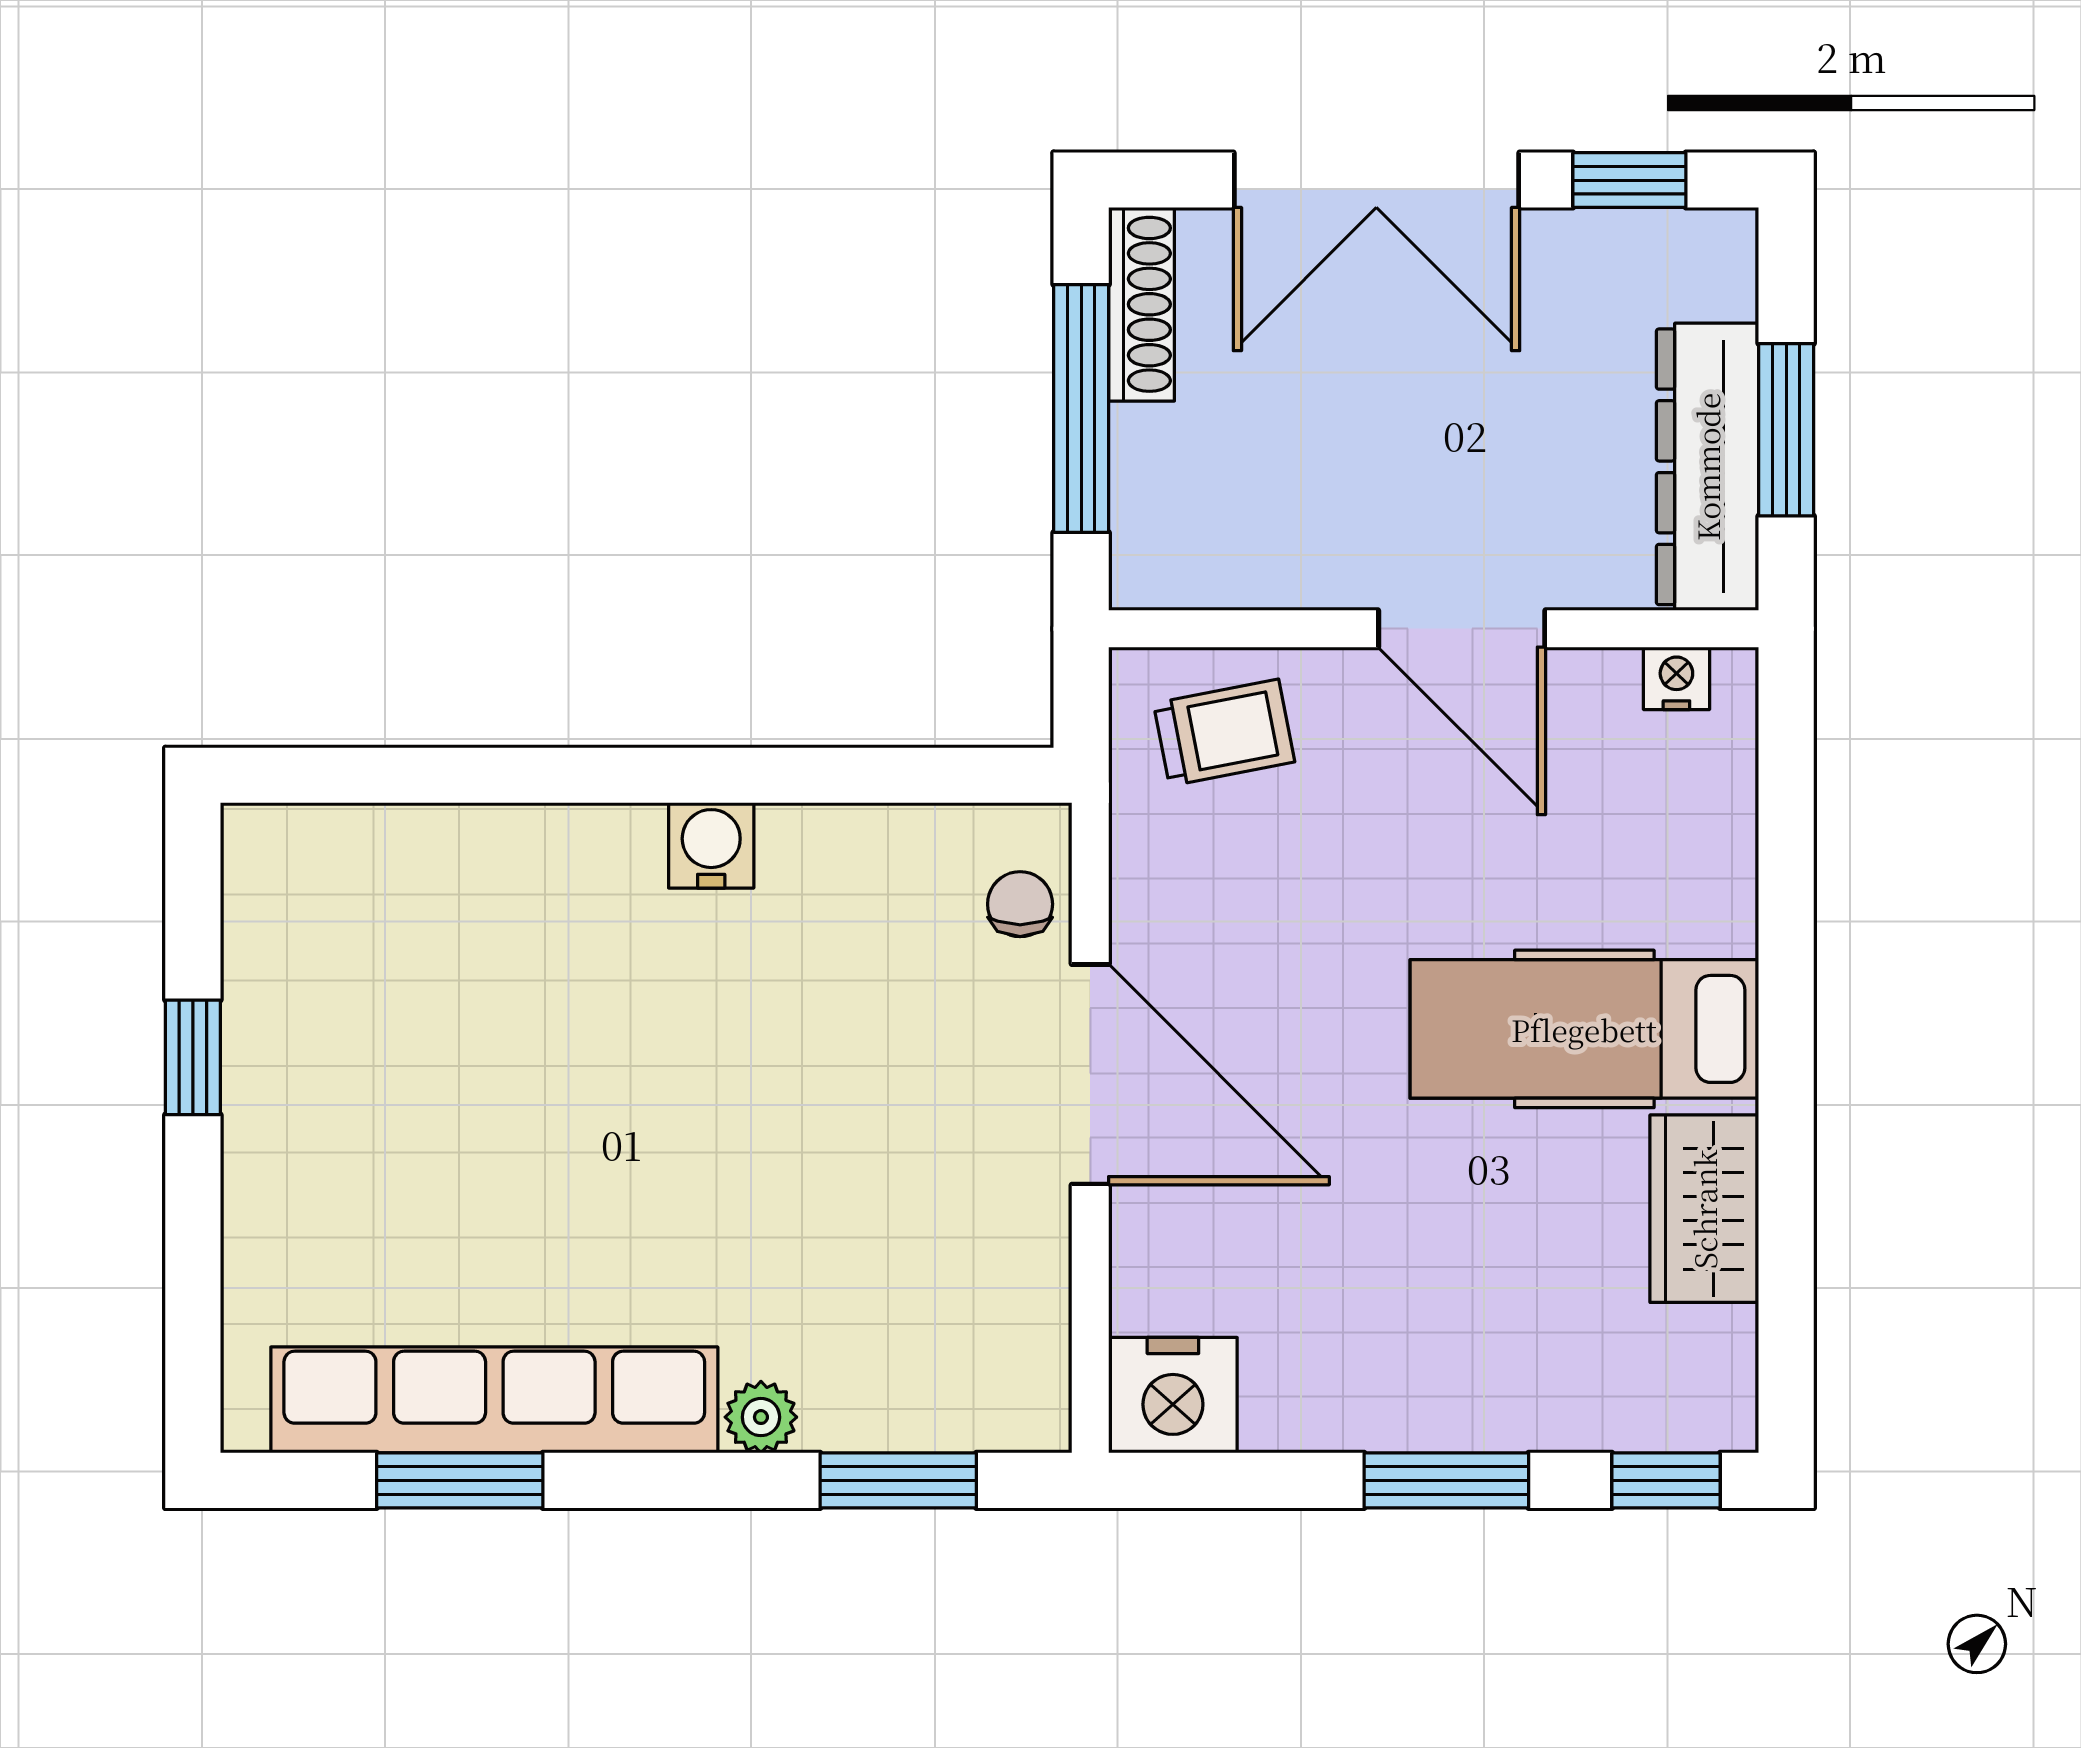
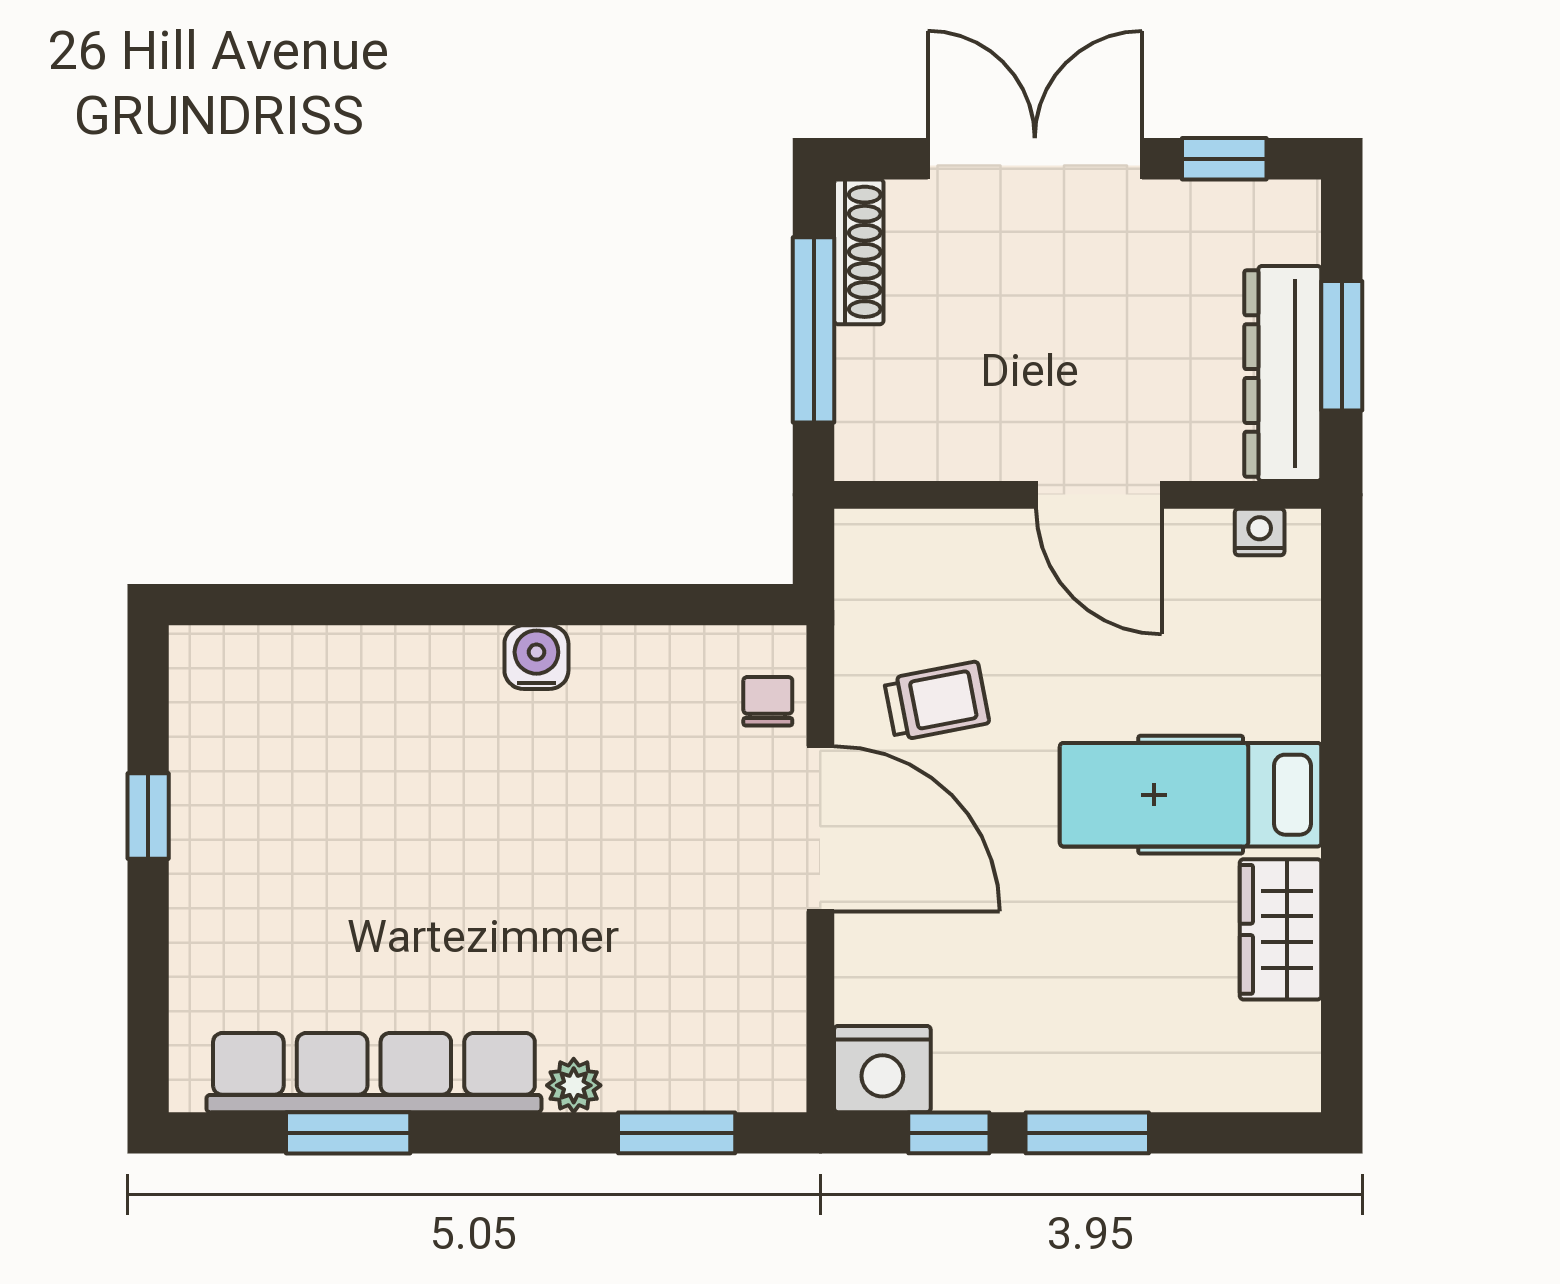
double door: (1376, 180) -> (1035, 159), swing flipped
trolley: (1224, 733) -> (937, 701), moved
window: (1666, 1480) -> (949, 1133), moved

